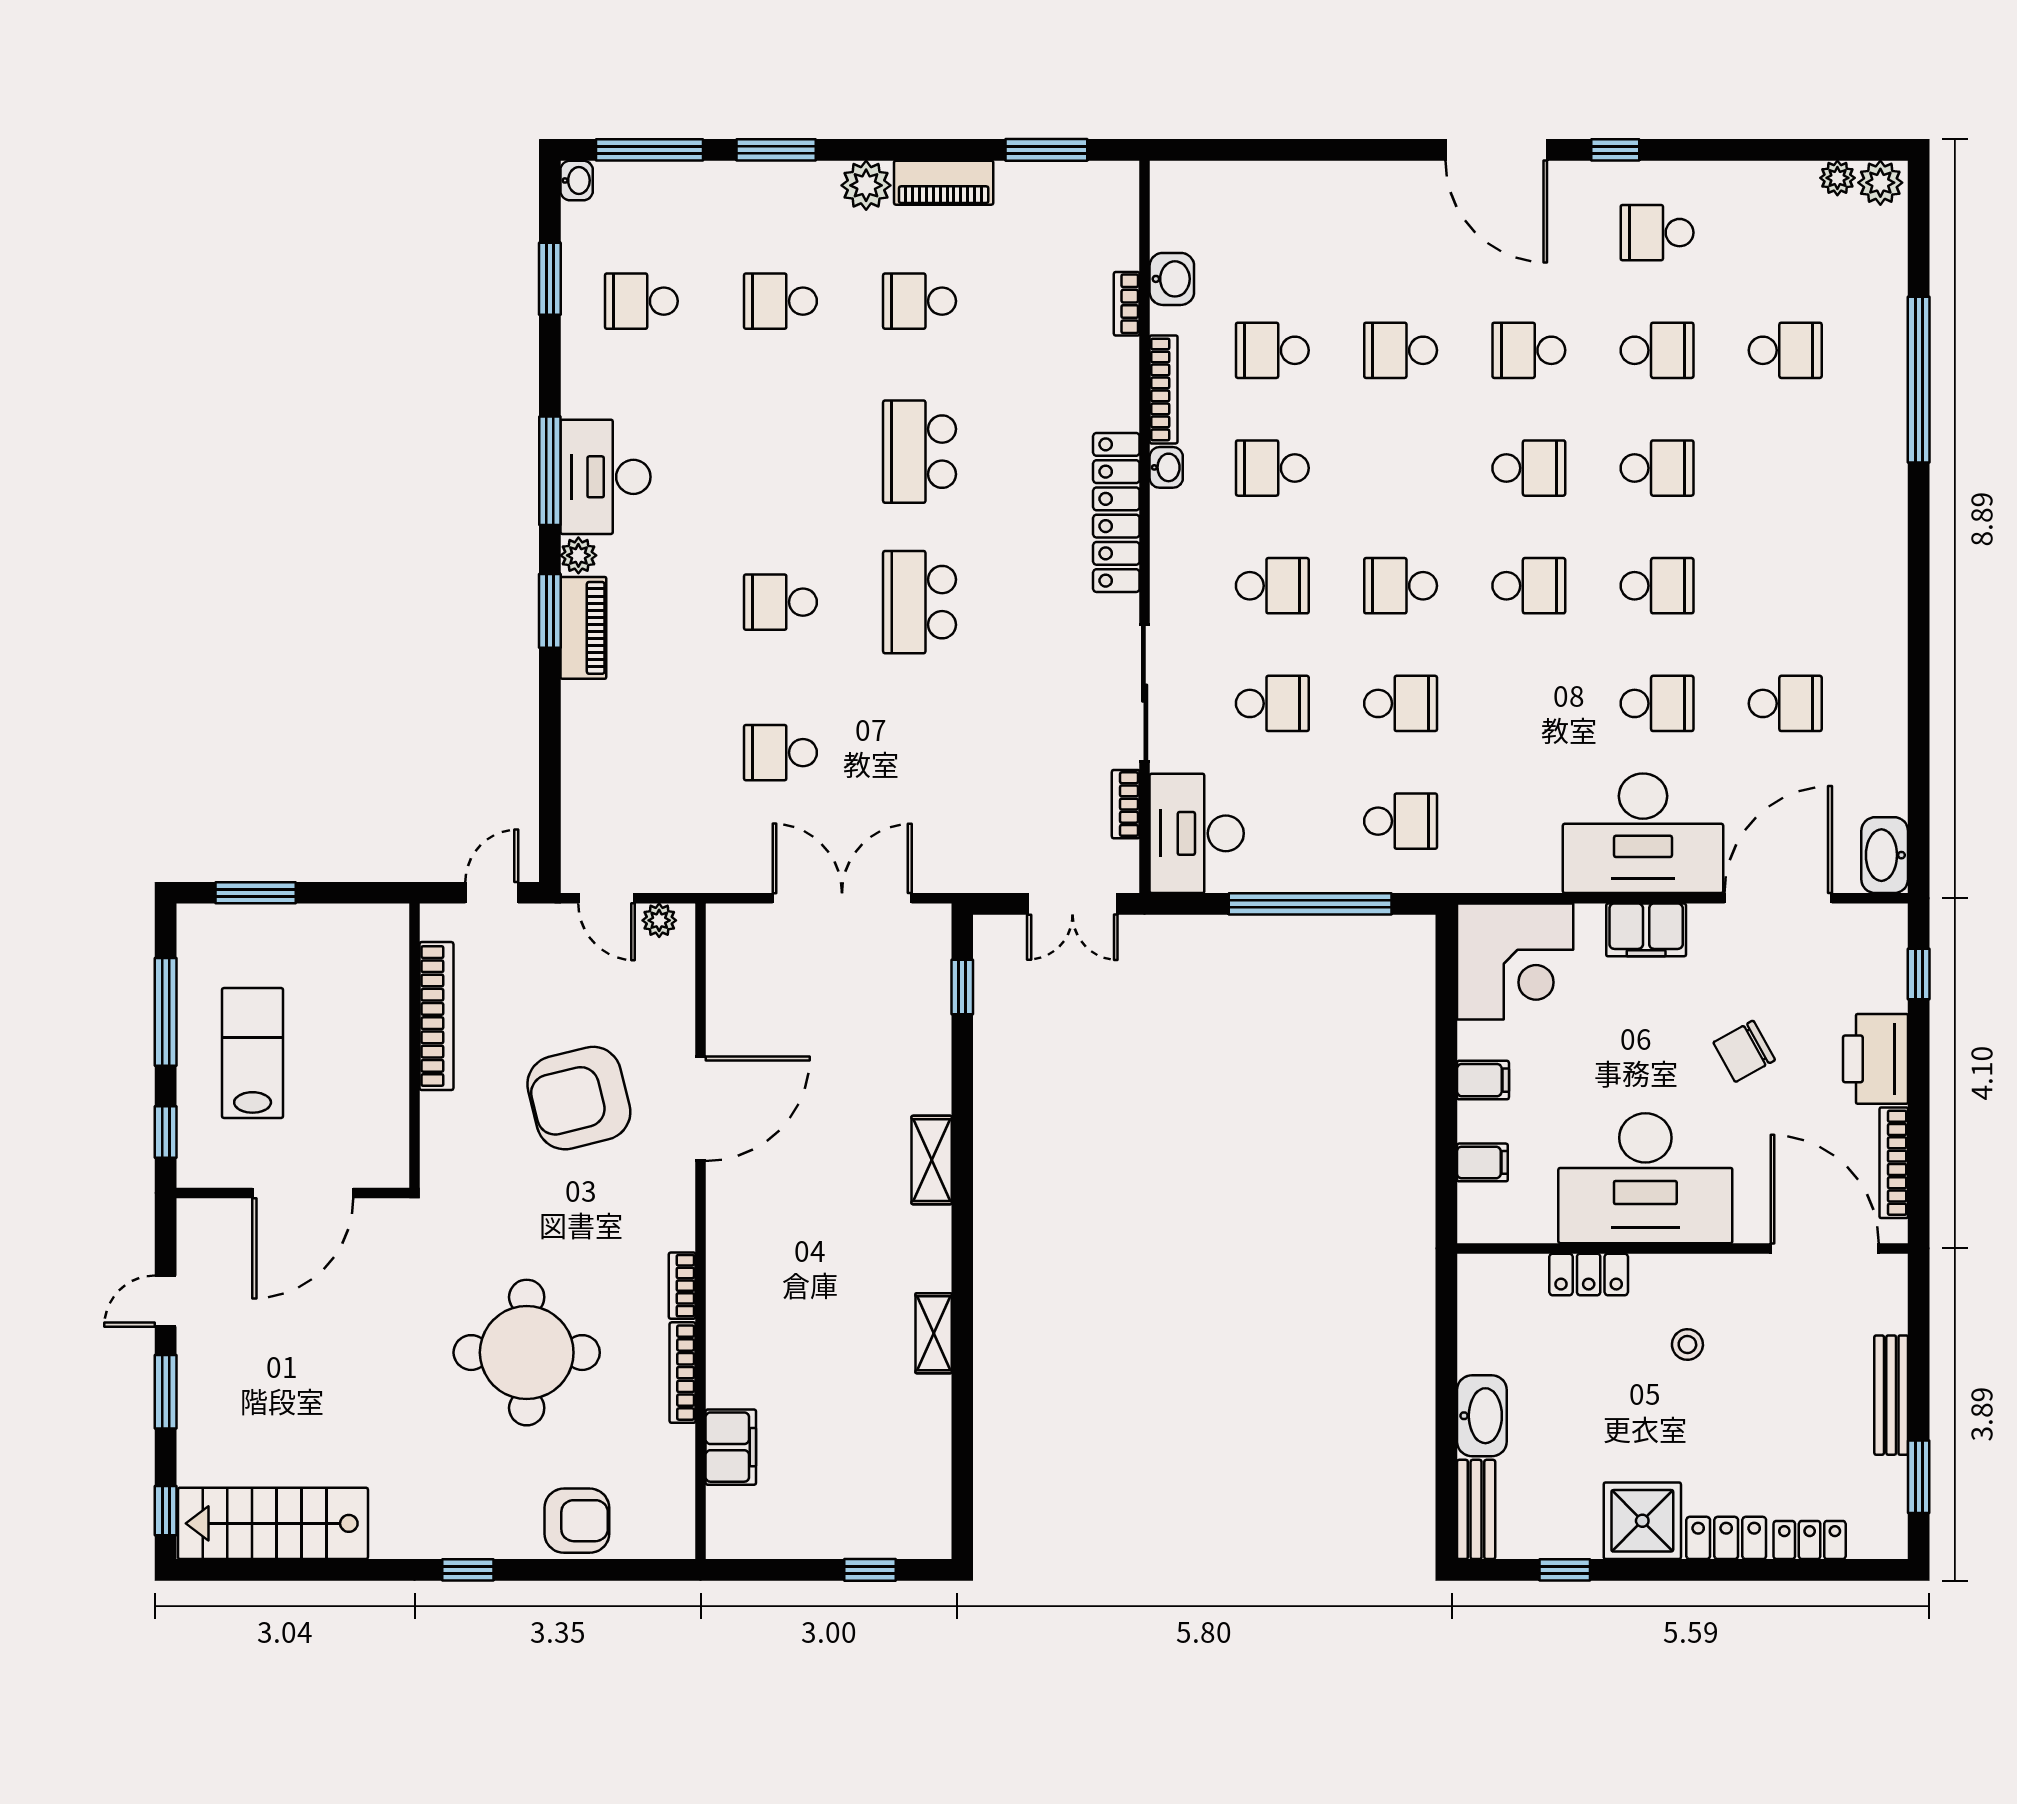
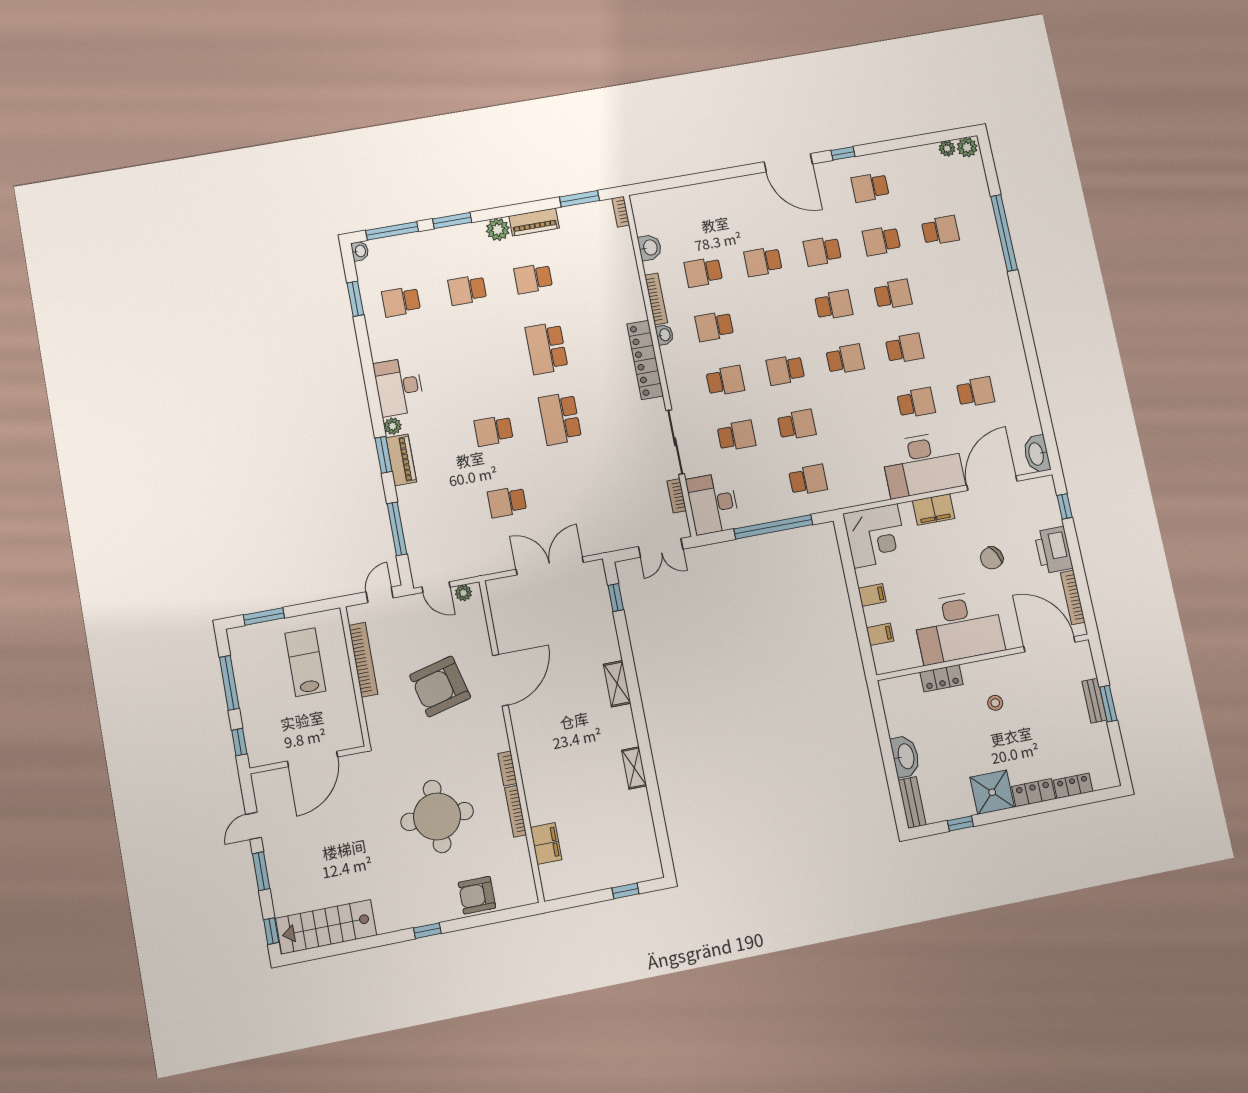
bookcase: (1127, 304) -> (621, 212), moved
school desk: (1657, 350) -> (881, 241), turned 180
window: (550, 471) -> (397, 529), moved
lab bench: (253, 1053) -> (305, 662), moved
bench: (1891, 1395) -> (1094, 701), width x0.73
window: (1919, 1477) -> (1108, 704), moved
armchair: (577, 1521) -> (477, 895), turned 180

